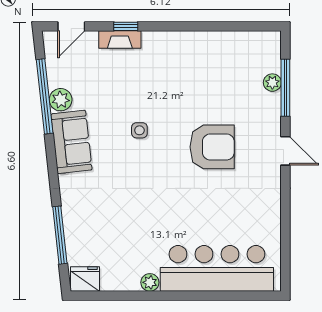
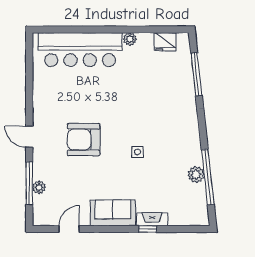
door: (71, 26) -> (69, 229), moved
sofa: (71, 142) -> (113, 213), moved, turned 96
fridge: (85, 279) -> (165, 42), moved

